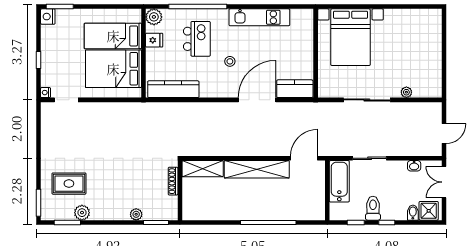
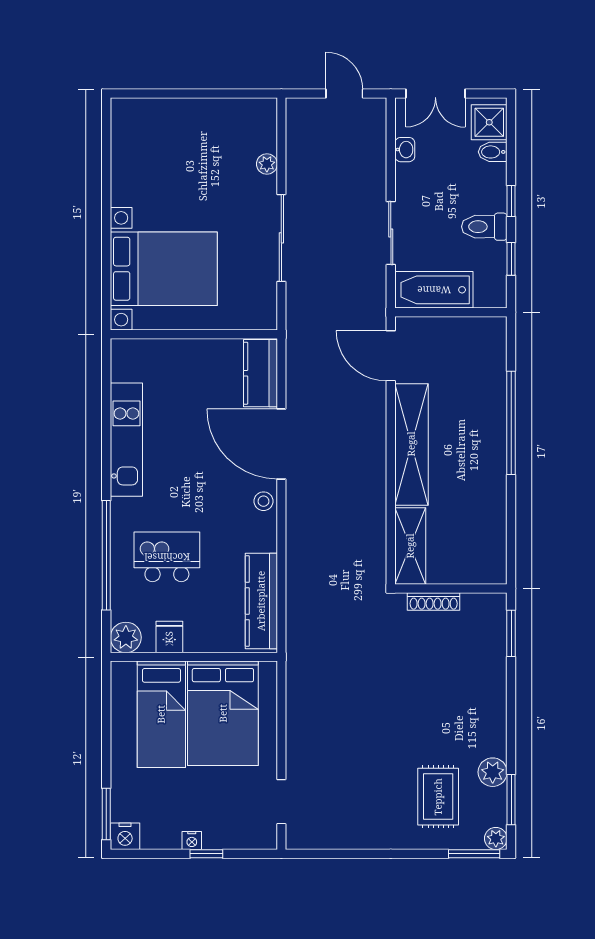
stool: (230, 61) -> (263, 501), moved
nightstand: (46, 93) -> (192, 841), moved
plant: (136, 214) -> (496, 838), moved

